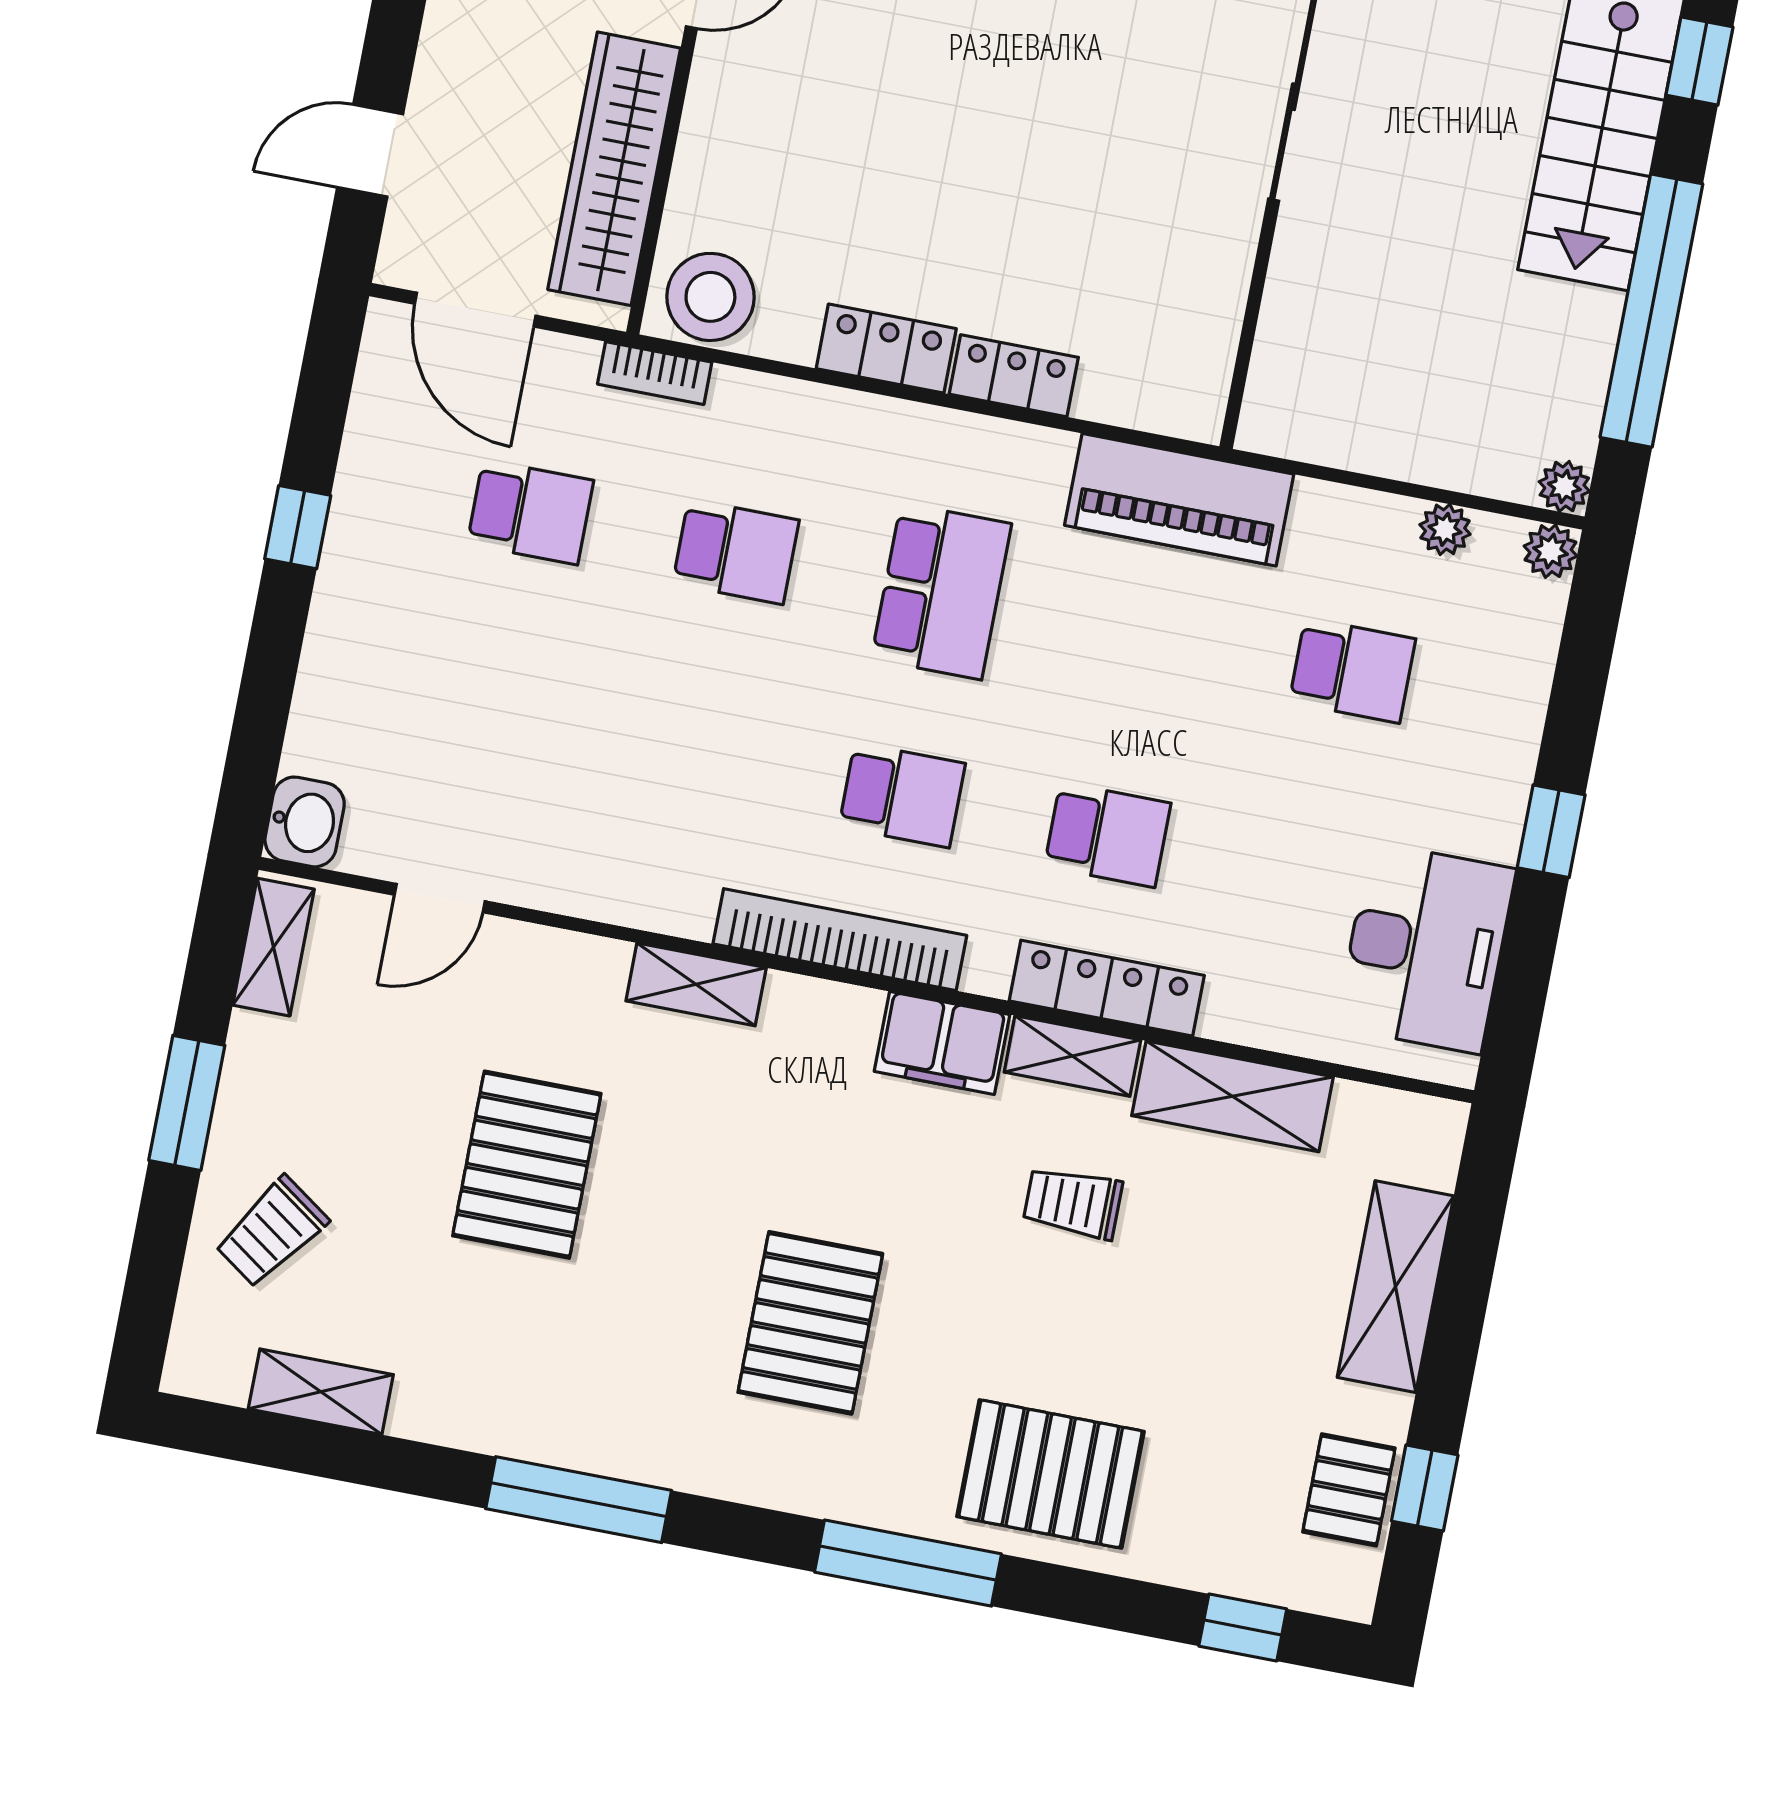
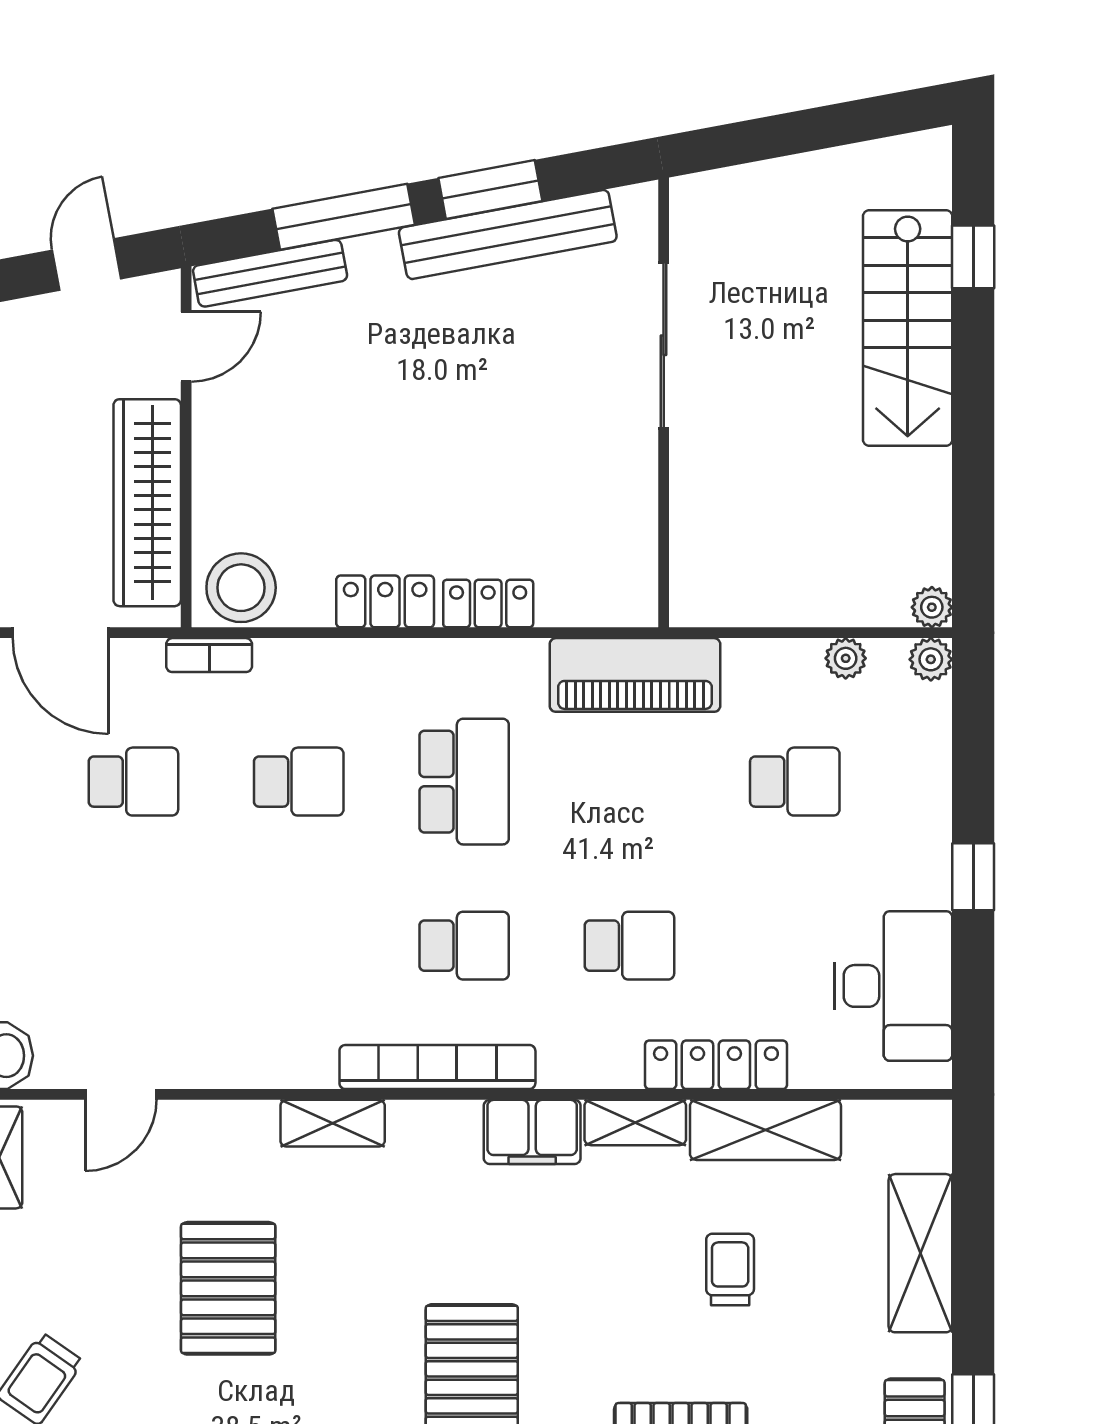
window: (1651, 311) -> (973, 458), removed
locker: (1107, 988) -> (716, 1065), moved
trolley: (1073, 1203) -> (730, 1270), moved, turned 90

